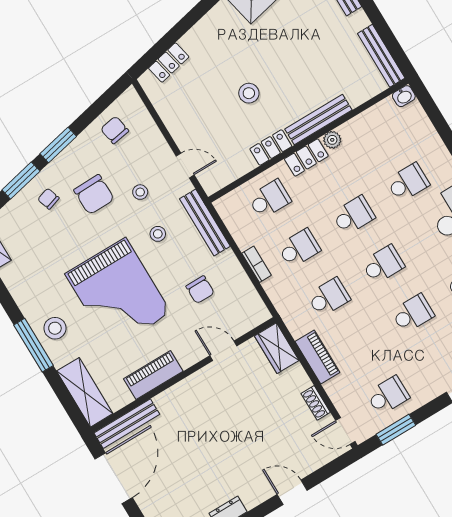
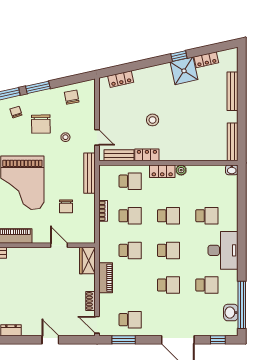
bench: (318, 120) -> (119, 155), moved, width x0.73
stool: (158, 234) -> (62, 164), removed

